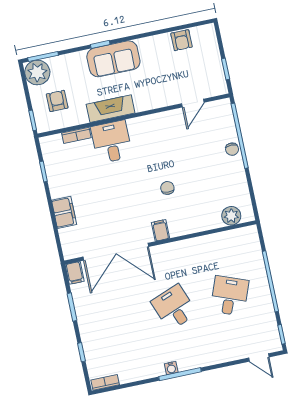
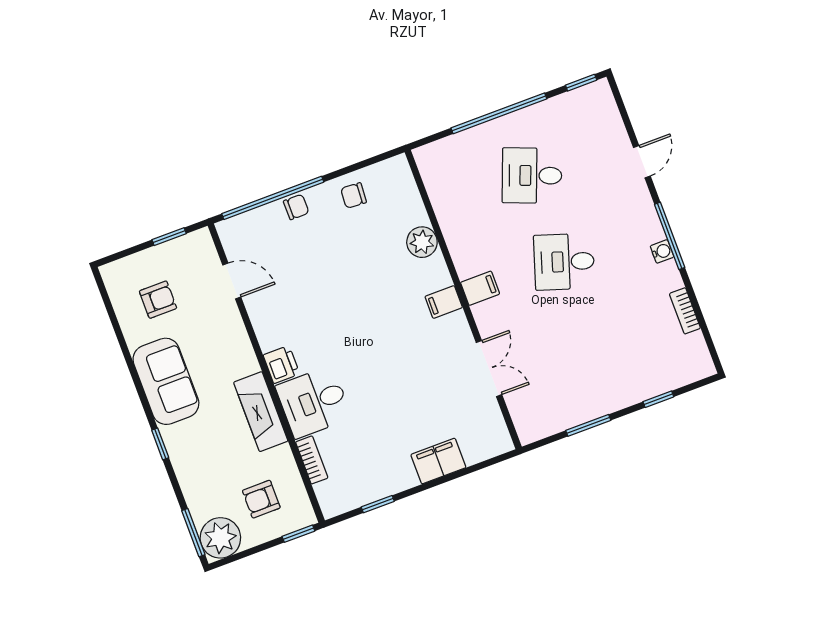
armchair: (182, 40) -> (158, 300), moved
sofa: (113, 59) -> (166, 381), moved
printer: (137, 126) -> (281, 365), added
chair: (167, 188) -> (354, 195), moved
plant: (231, 216) -> (422, 242), moved
double door: (116, 252) -> (489, 369), width x0.54
filing cabinet: (75, 273) -> (480, 288), moved
desk: (174, 307) -> (564, 262), turned 39
door: (259, 358) -> (642, 162), moved
bookcase: (105, 382) -> (685, 311), moved

